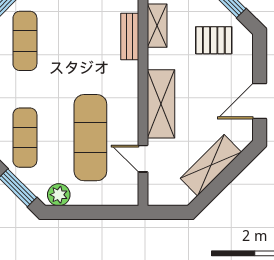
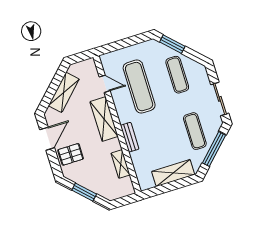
bench: (130, 36) -> (130, 137), moved
pallet: (214, 40) -> (71, 154), moved
plant: (59, 195) -> (147, 48), removed

